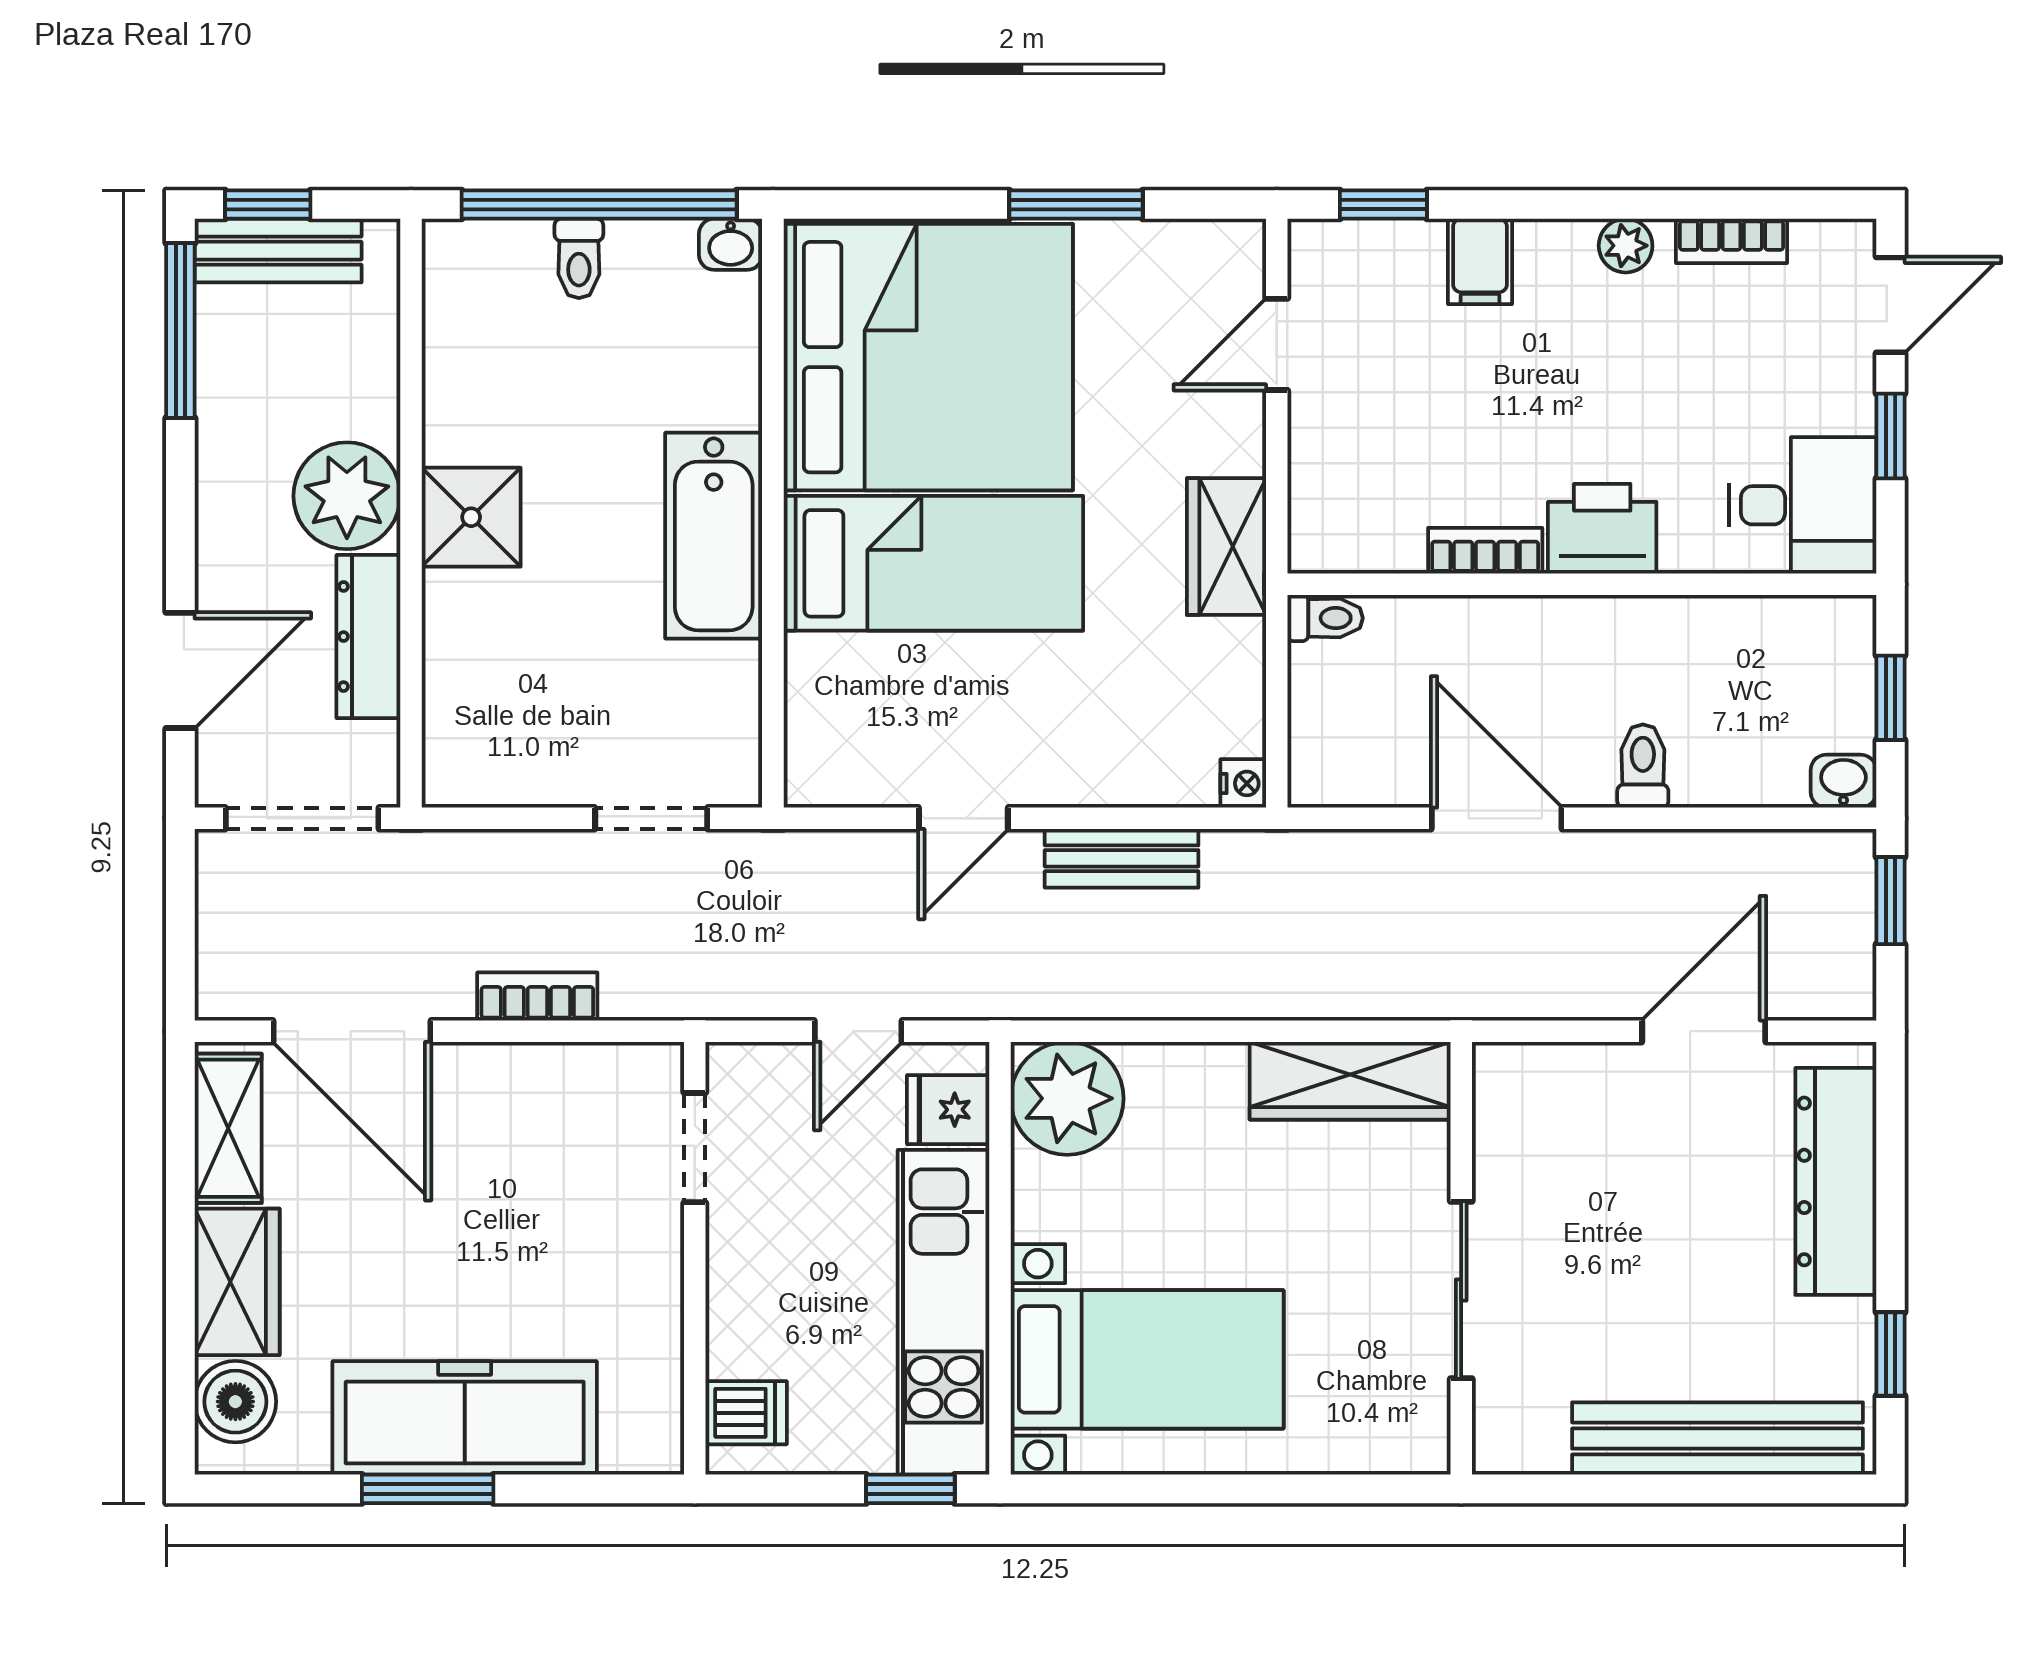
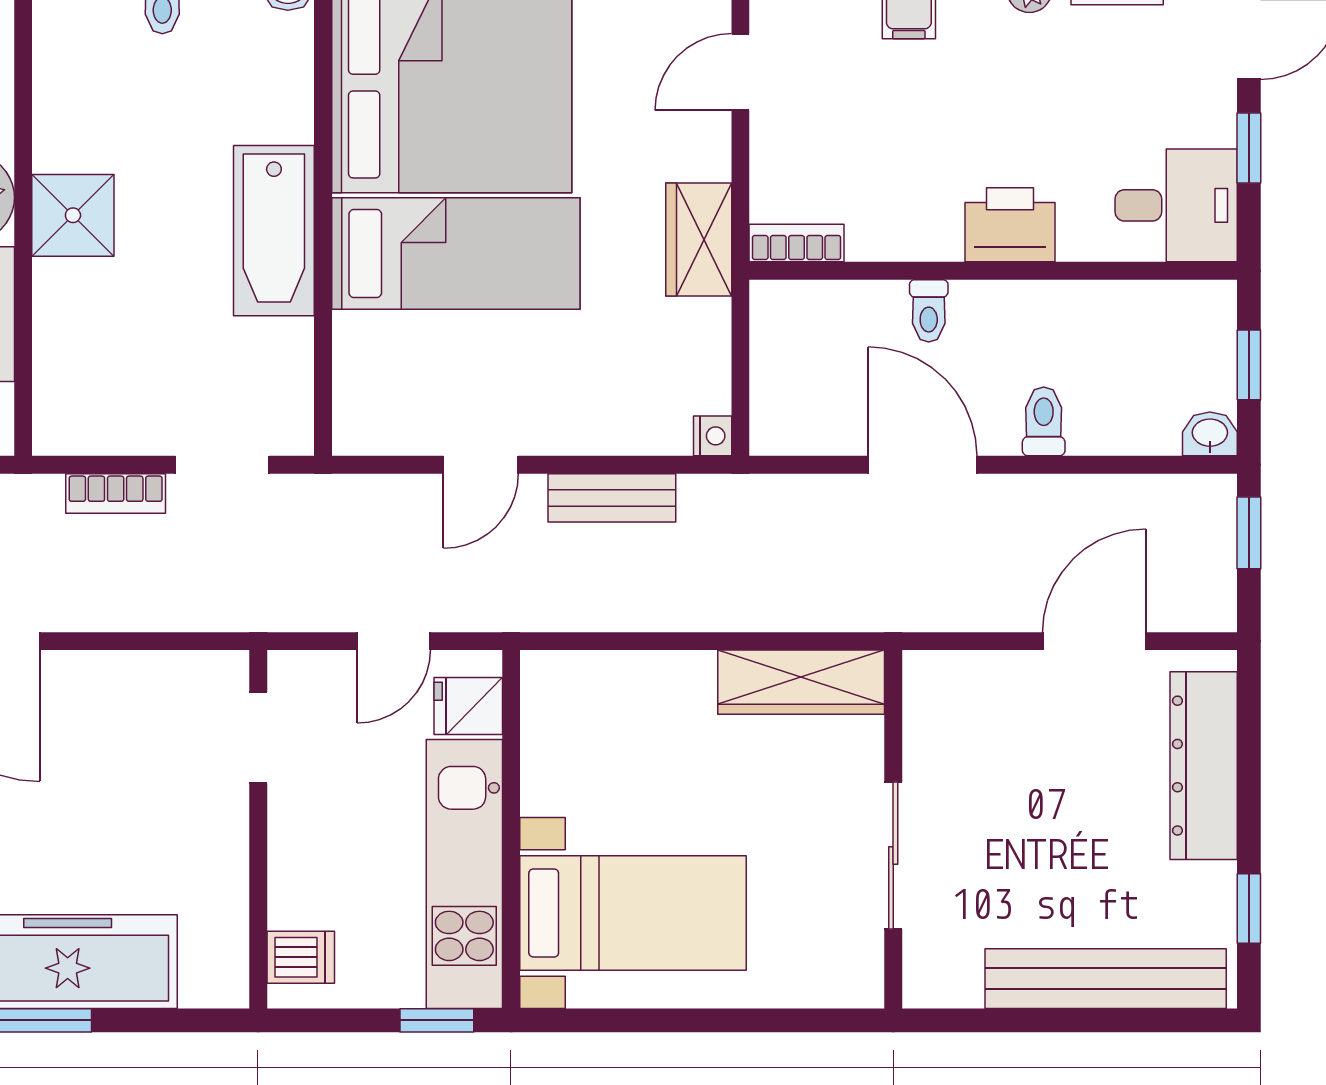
bookcase: (1485, 551) -> (797, 243), moved
toilet: (1325, 618) -> (929, 311), moved, turned 90
bookcase: (537, 997) -> (116, 494), moved, turned 180
plant: (1067, 1098) -> (567, 697), removed

